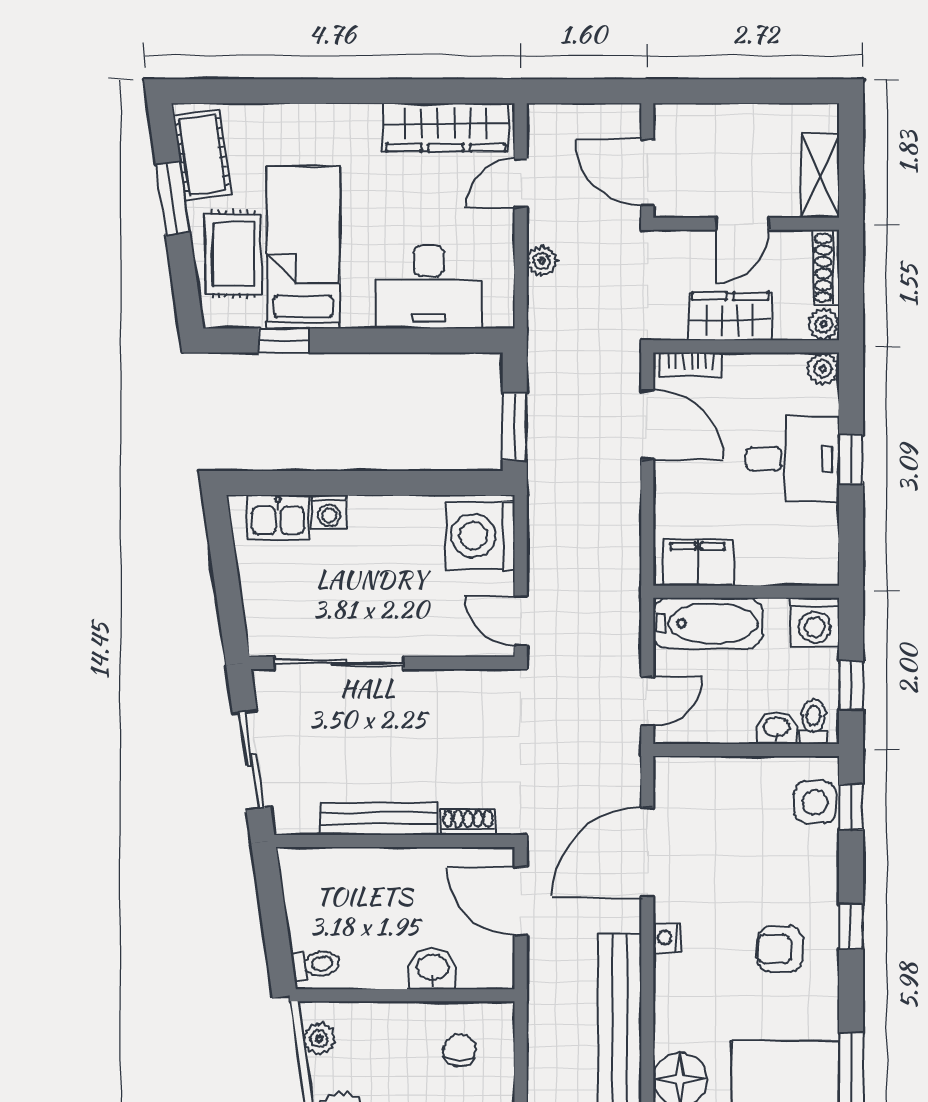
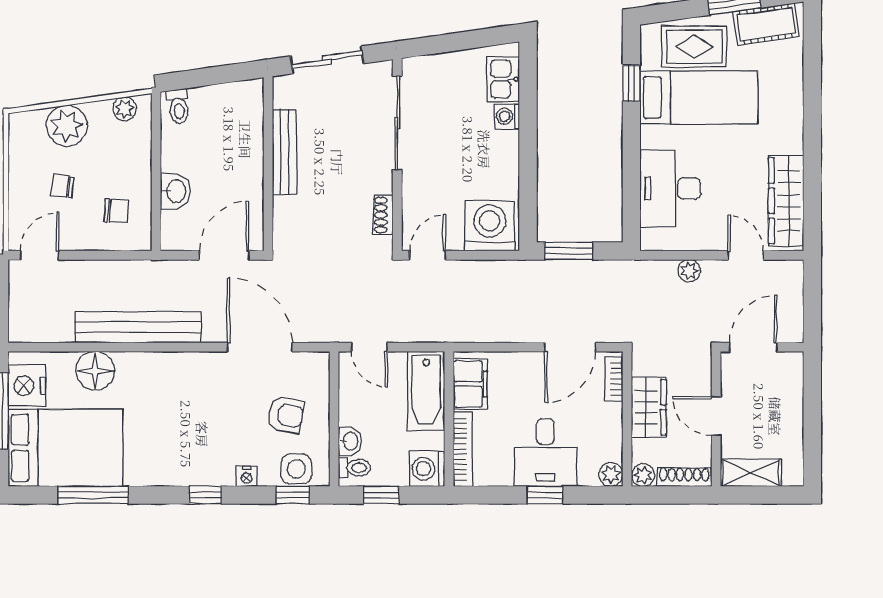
bookcase: (788, 573) -> (463, 449), added
shoe rack: (468, 822) -> (383, 215), moved, turned 180
nightstand: (667, 938) -> (247, 476), moved, turned 180
armchair: (780, 949) -> (286, 415), moved, turned 99

